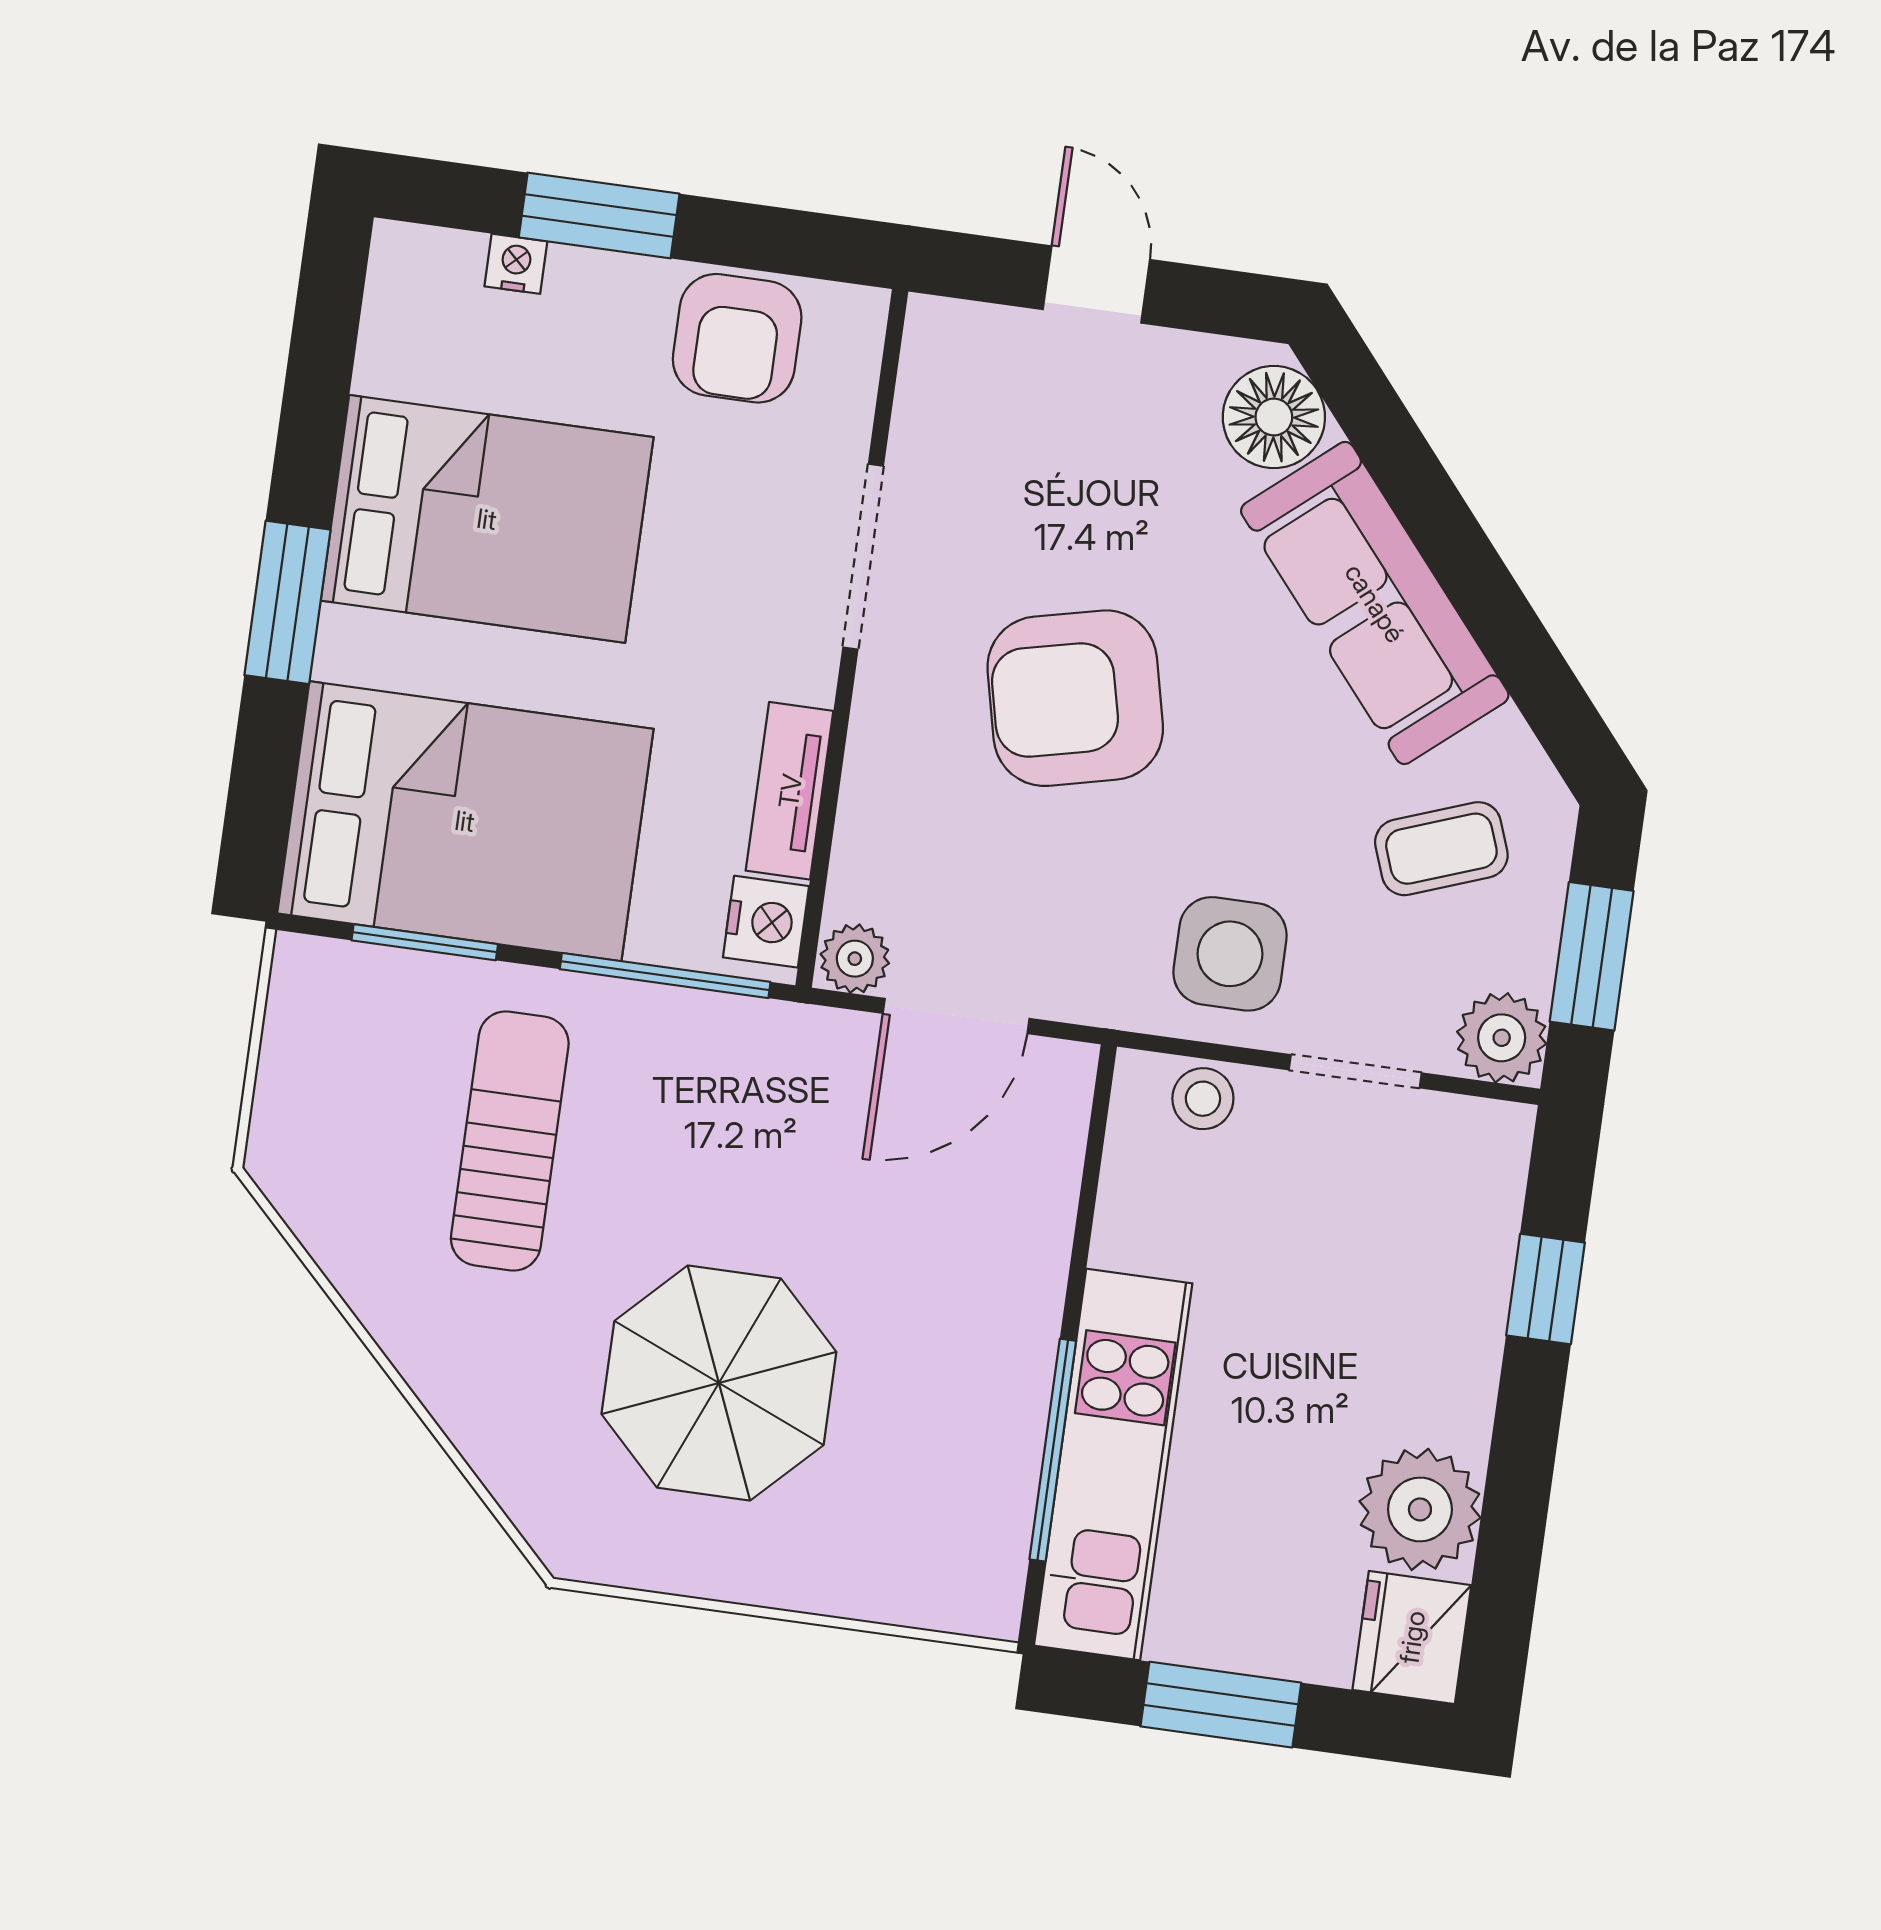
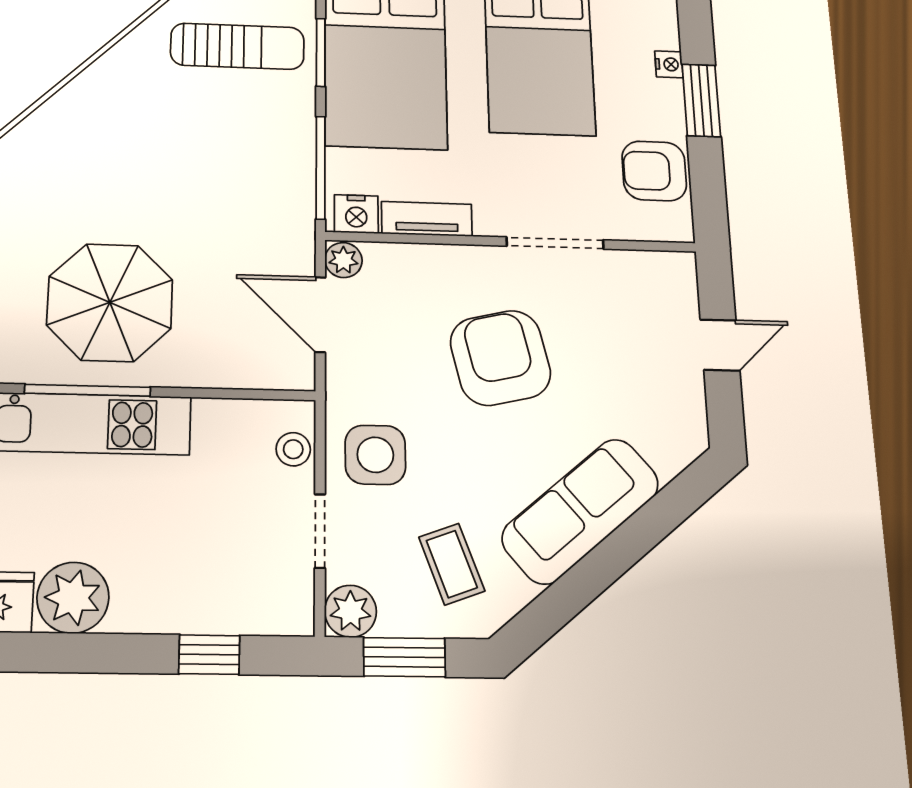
floor lamp: (1274, 417) -> (670, 445), removed
sun lounger: (510, 1141) -> (237, 46), moved
parasol: (719, 1383) -> (110, 302), moved

